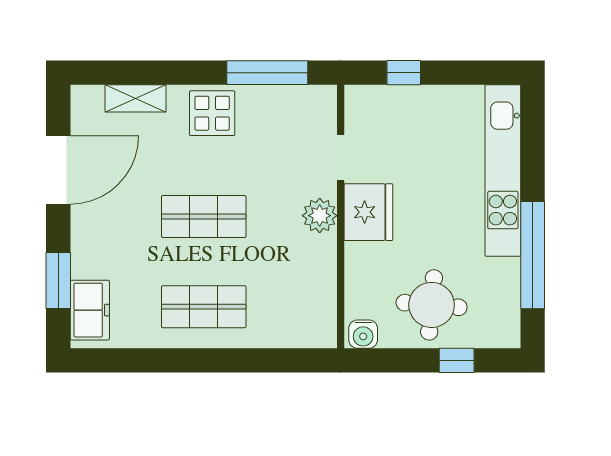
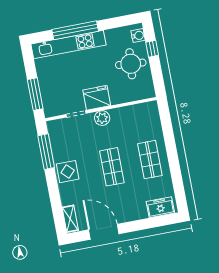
window: (404, 73) -> (35, 94), width x2.17
shelving: (136, 98) -> (70, 219), moved
window: (533, 255) -> (75, 30), moved
window: (58, 281) -> (150, 223), removed
water cooler: (363, 334) -> (138, 36), moved

